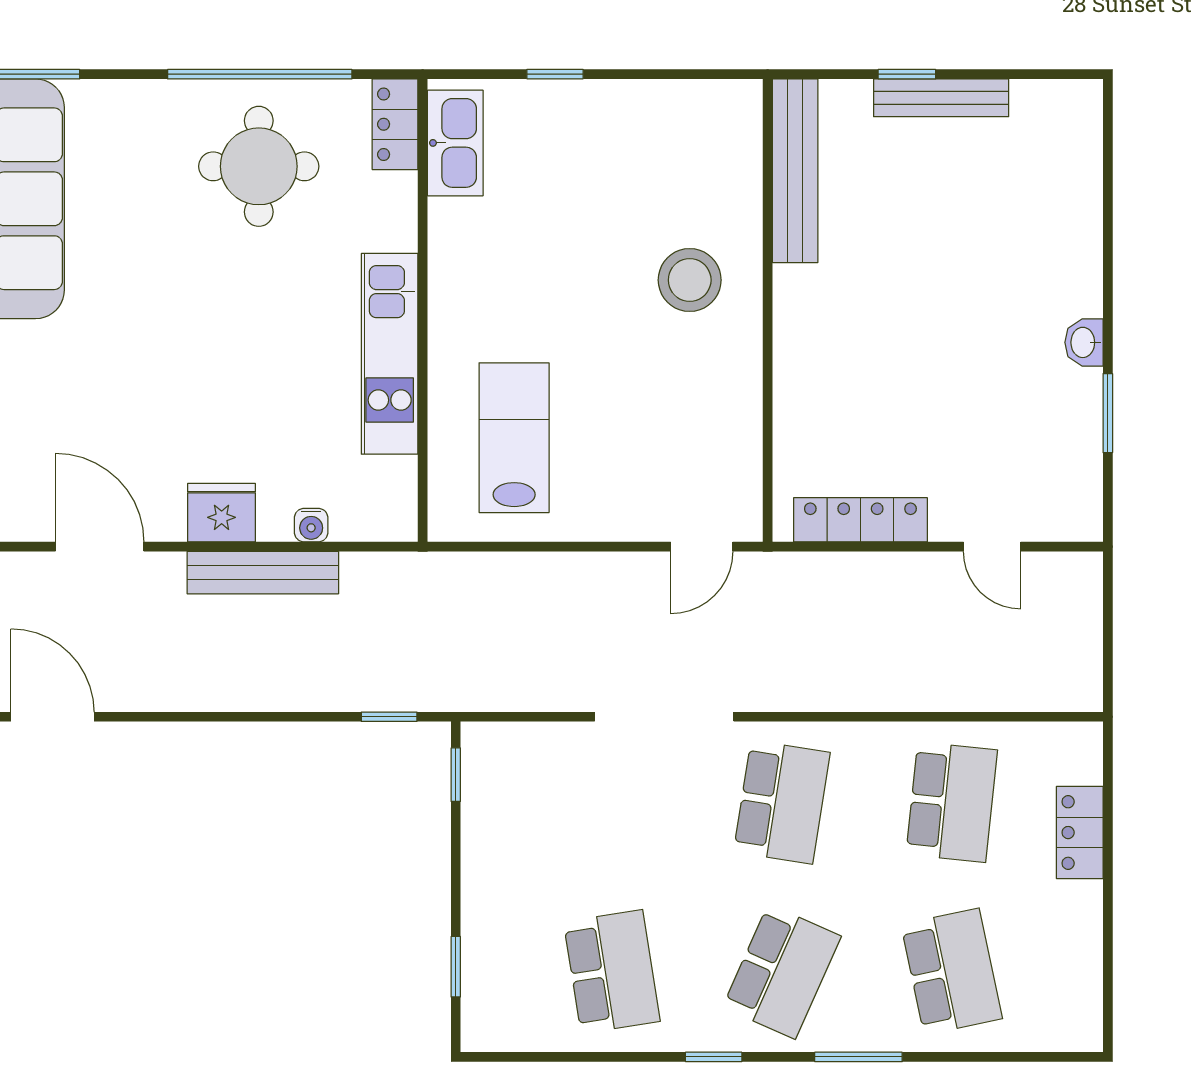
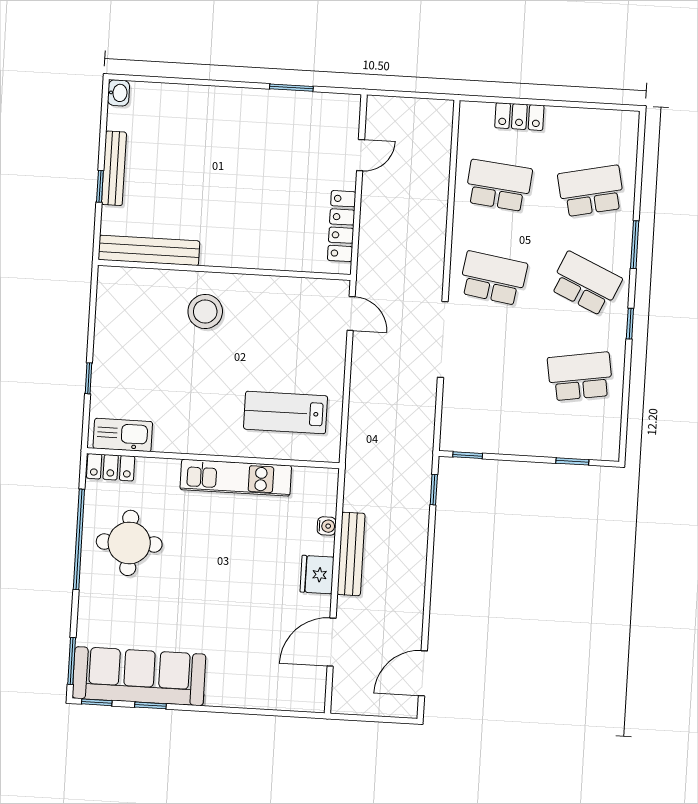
washbasin: (1084, 342) -> (119, 93), moved, turned -90

